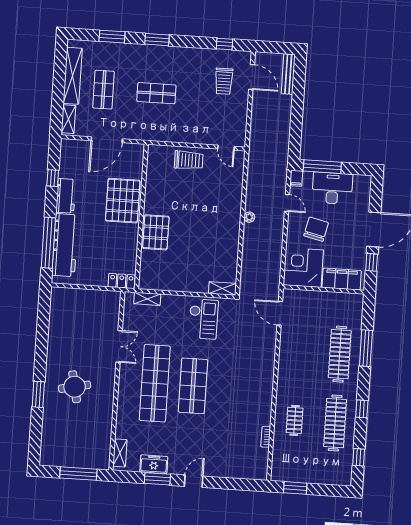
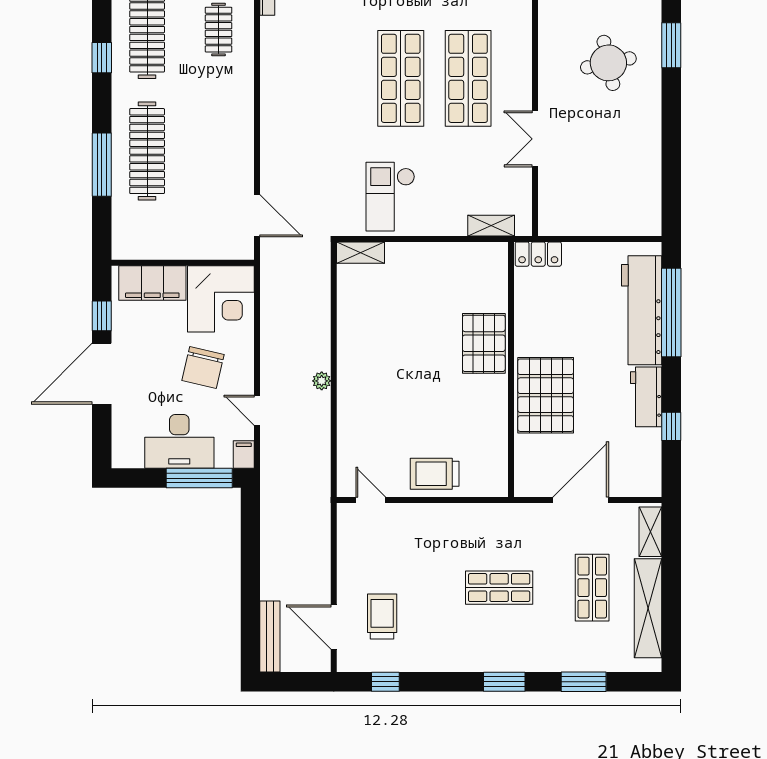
shop shelf: (155, 383) -> (468, 78), width x0.71

